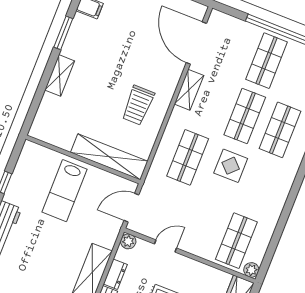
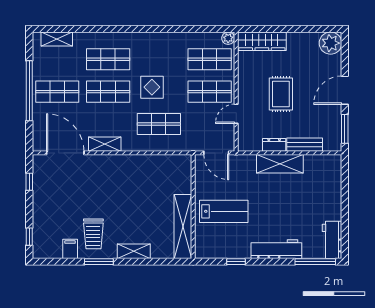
door: (196, 43) -> (65, 153), swing flipped
trolley: (138, 105) -> (93, 234), moved, turned 90
shelving: (109, 157) -> (183, 227), moved
shop shelf: (201, 227) -> (210, 92), added
plant: (128, 241) -> (244, 145), removed
door: (165, 246) -> (236, 114), hinge flipped

